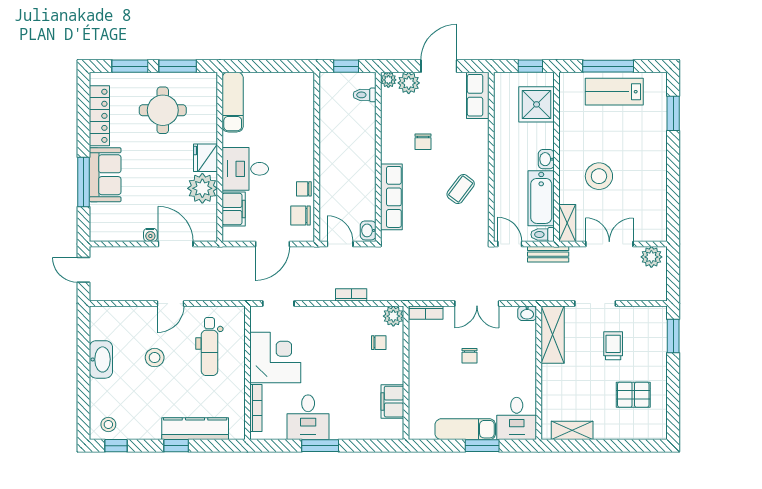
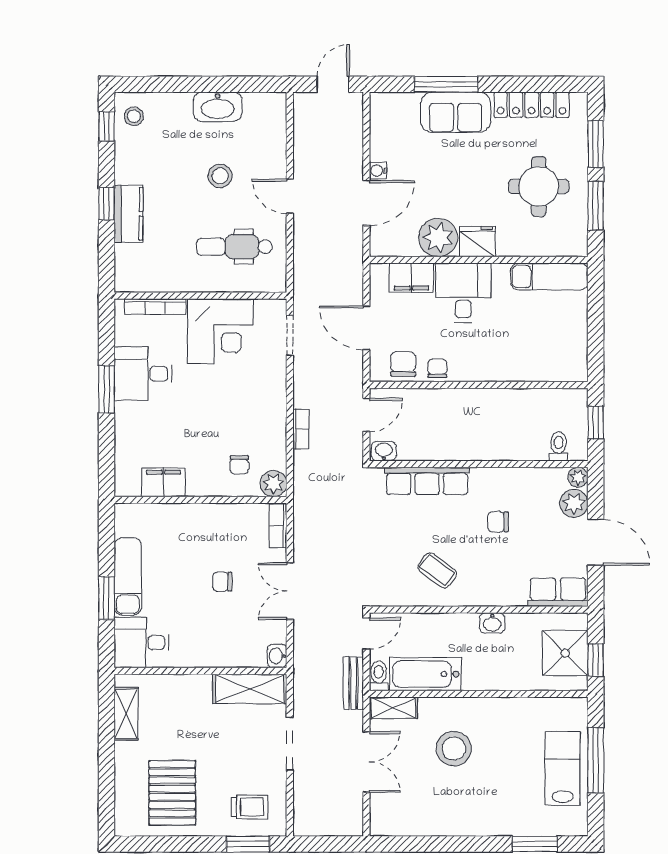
shower: (537, 104) -> (565, 653), moved
washbasin: (546, 159) -> (492, 623), moved, turned 180
plant: (651, 257) -> (350, 816), removed
trolley: (613, 346) -> (250, 807), moved
pallet: (633, 395) -> (172, 793), width x1.50, depth x1.42
kitchen counter: (195, 429) -> (128, 214), width x0.67

